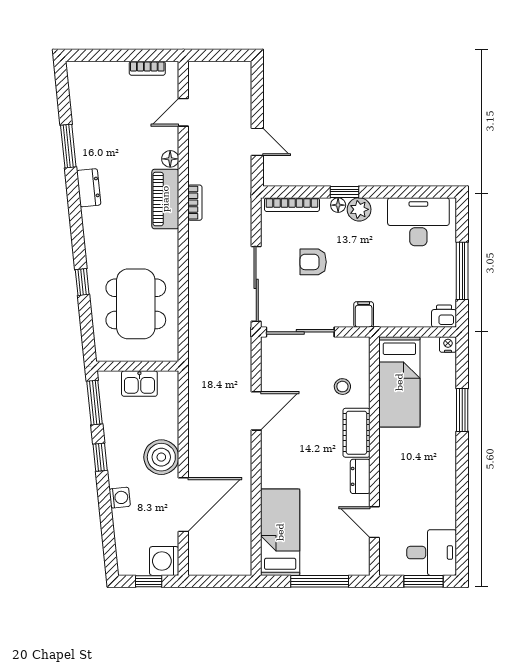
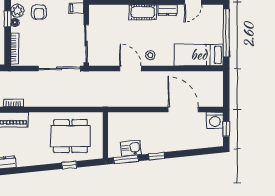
armchair: (313, 262) -> (39, 12), moved
window: (82, 282) -> (69, 165), moved
kitchen sink: (139, 384) -> (131, 148), moved, turned -96
stool: (342, 387) -> (150, 55), moved
boiler: (161, 457) -> (157, 122), removed
washing machine: (120, 498) -> (179, 145), removed
window: (320, 581) -> (226, 33), width x1.46

